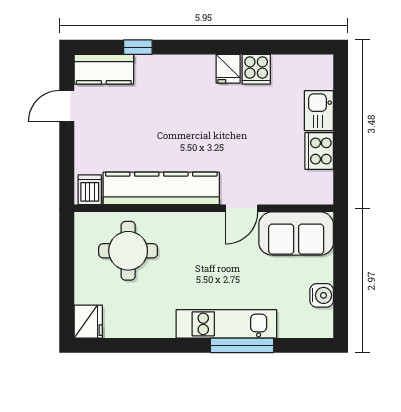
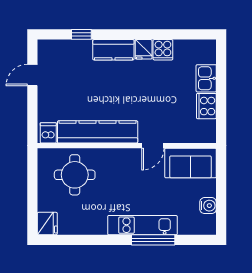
kitchen counter: (104, 69) -> (113, 50), moved

